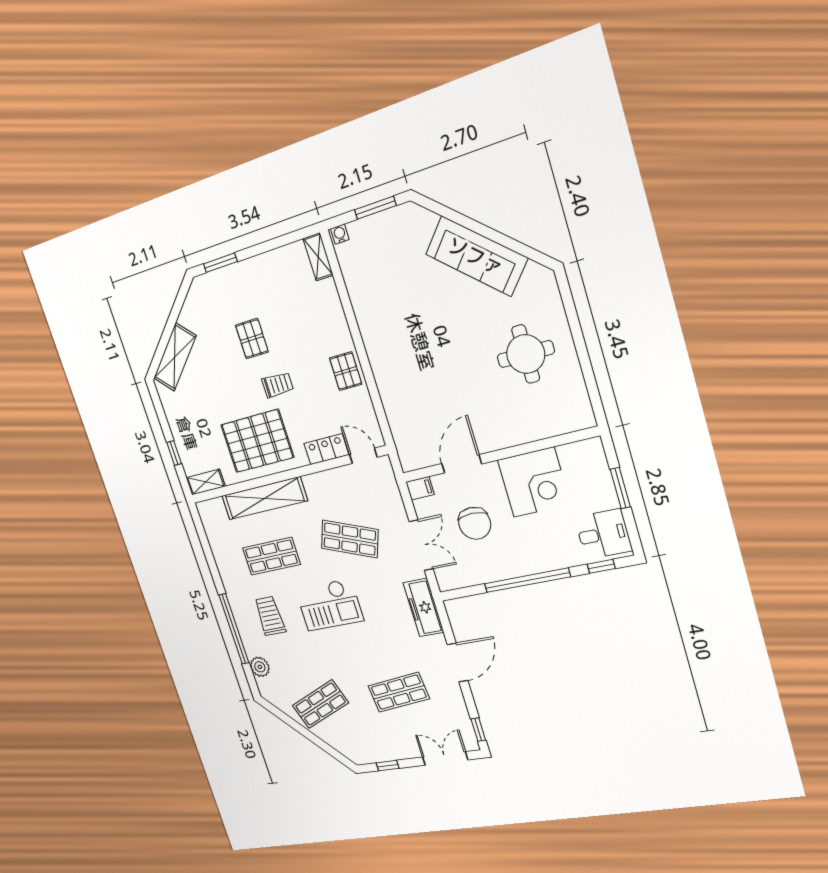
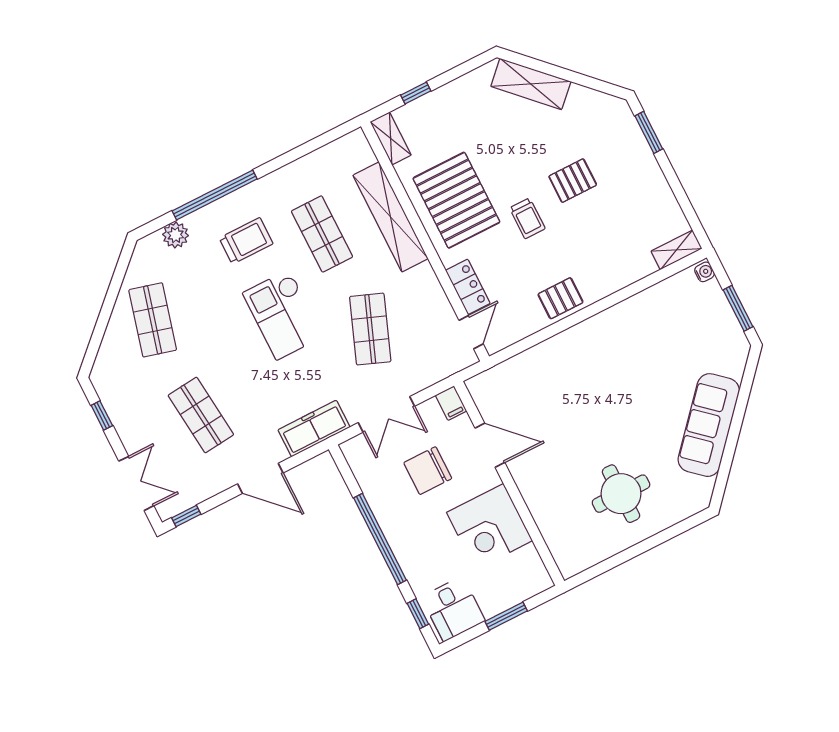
shop shelf: (320, 704) -> (153, 320), turned 36

